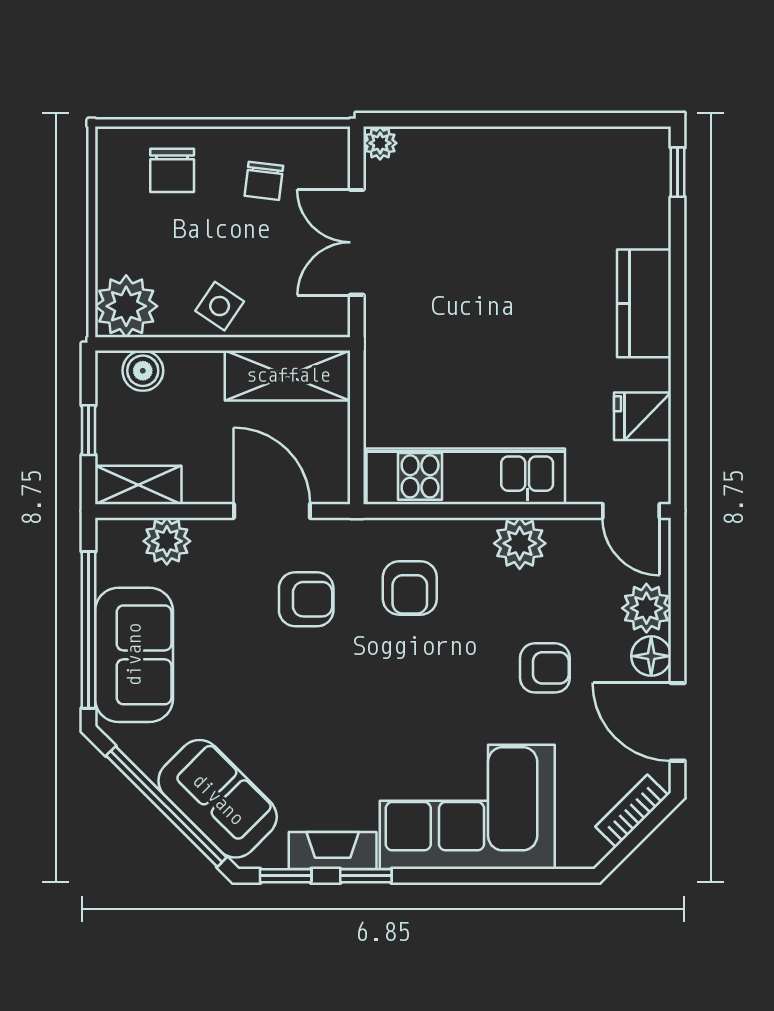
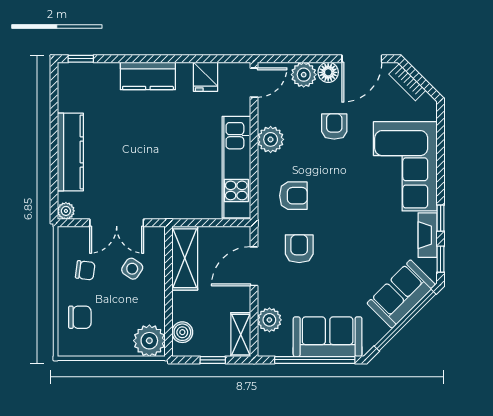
kitchen counter: (495, 152) -> (70, 152), added
side table: (220, 306) -> (132, 269), moved

